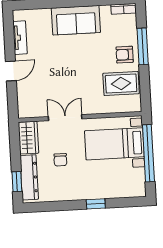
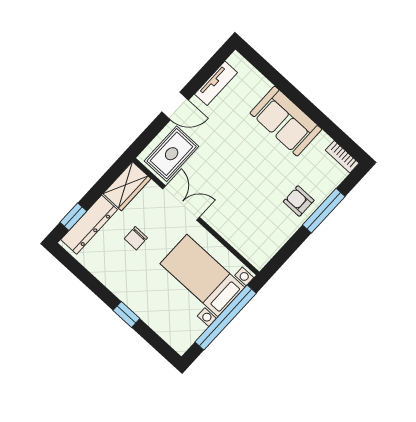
rug: (121, 83) -> (172, 154), moved, turned 90

